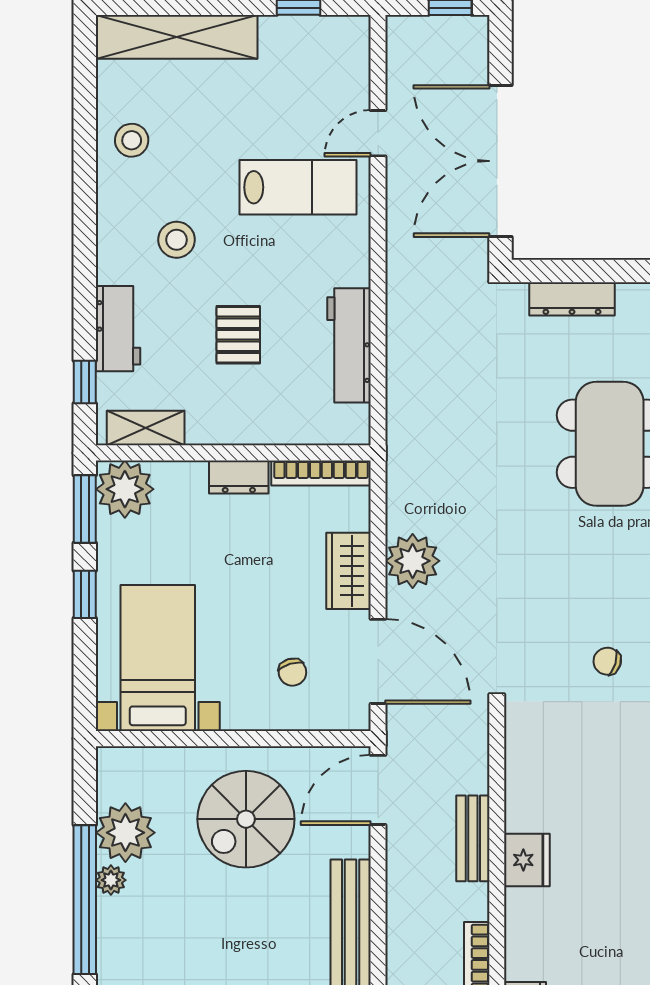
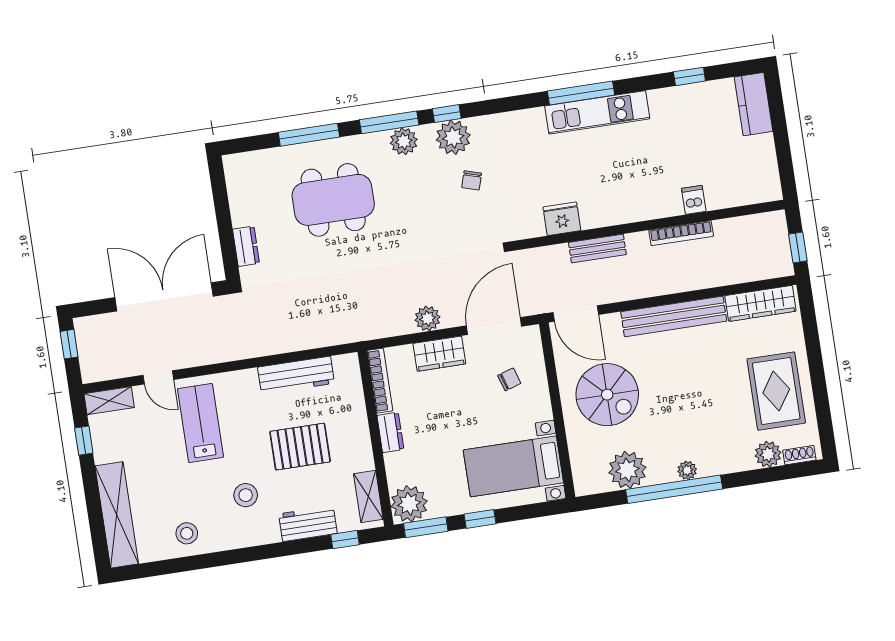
shelving: (354, 52) -> (109, 401), added
double door: (500, 161) -> (164, 297), swing flipped
dresser: (572, 299) -> (246, 246), width x0.70
pallet: (238, 335) -> (300, 447), width x1.50, depth x1.42
plant: (413, 561) -> (428, 318), width x0.73, depth x0.73
fridge: (527, 860) -> (562, 219), moved
plant: (111, 880) -> (687, 470), moved

